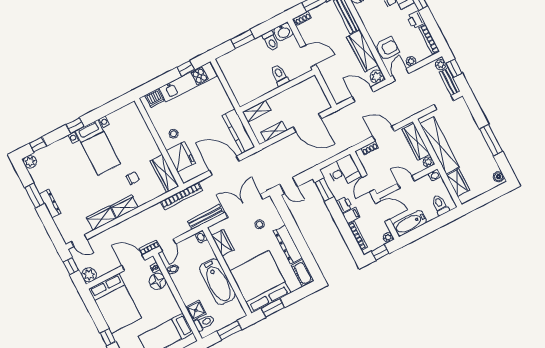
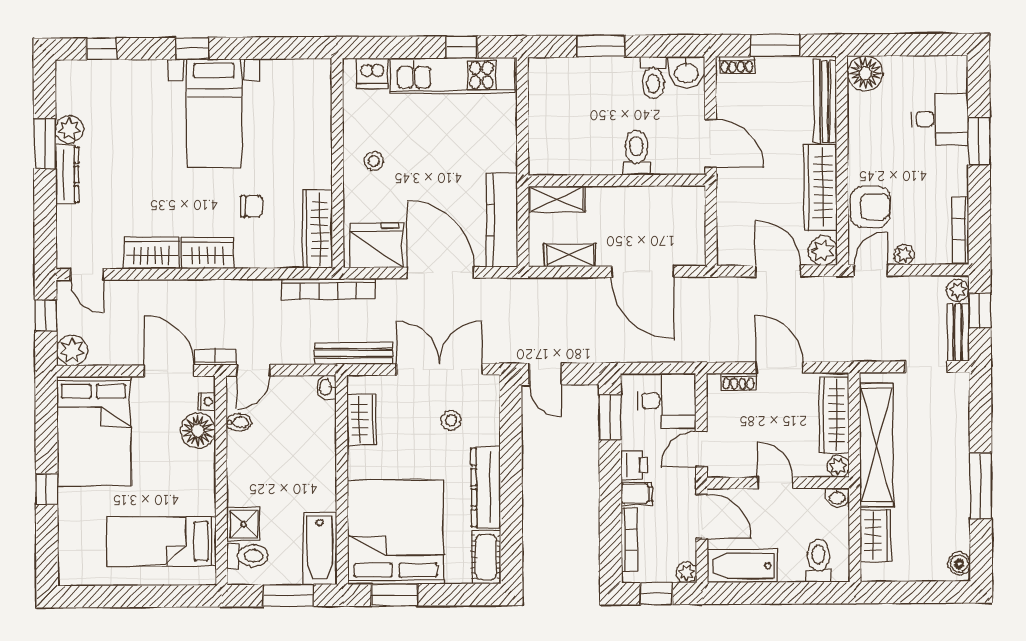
printer: (416, 20) -> (954, 179), removed
fridge: (181, 157) -> (377, 245), moved, turned -90
plant: (30, 162) -> (69, 129), moved
bathtub: (217, 282) -> (320, 549), moved, width x0.73, depth x0.73

